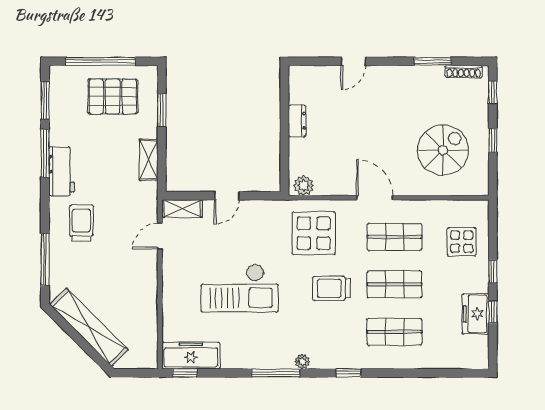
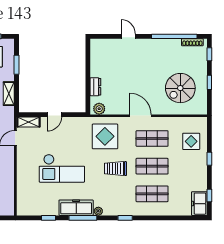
door: (354, 61) -> (128, 36), swing flipped
window: (433, 61) -> (174, 36), width x2.11
dresser: (297, 121) -> (95, 87), moved
spiral stairs: (443, 150) -> (180, 88), turned 180
window: (493, 312) -> (209, 196), moved
freezer: (476, 314) -> (199, 204), moved
freezer: (191, 356) -> (76, 208), moved
window: (185, 373) -> (48, 218), moved

